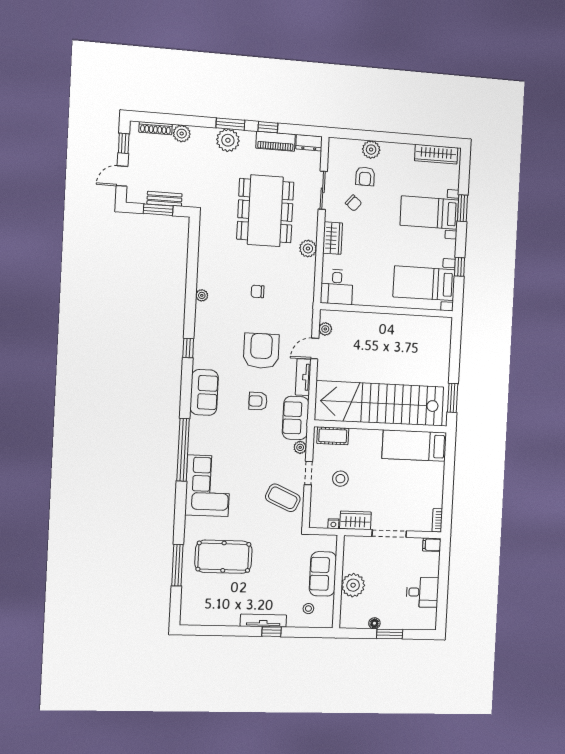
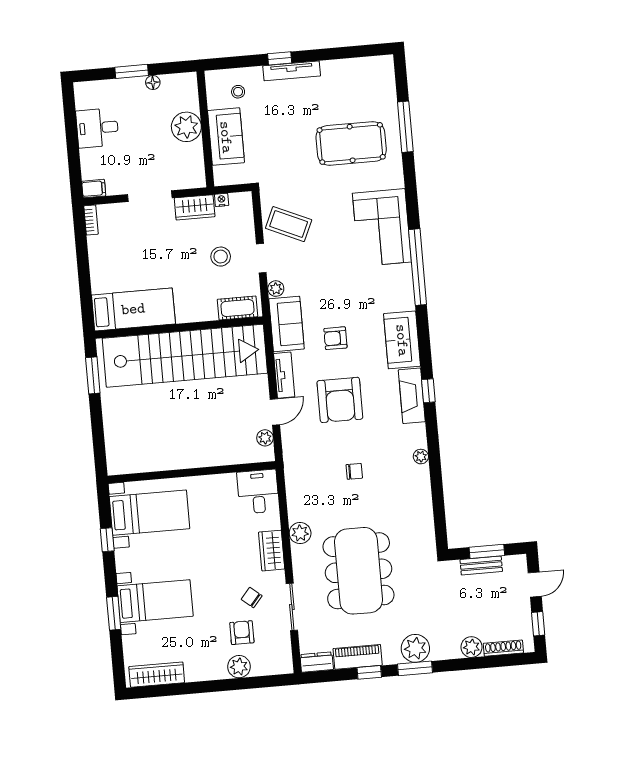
fireplace: (202, 346) -> (412, 396), added
armchair: (258, 401) -> (335, 338), turned 180

